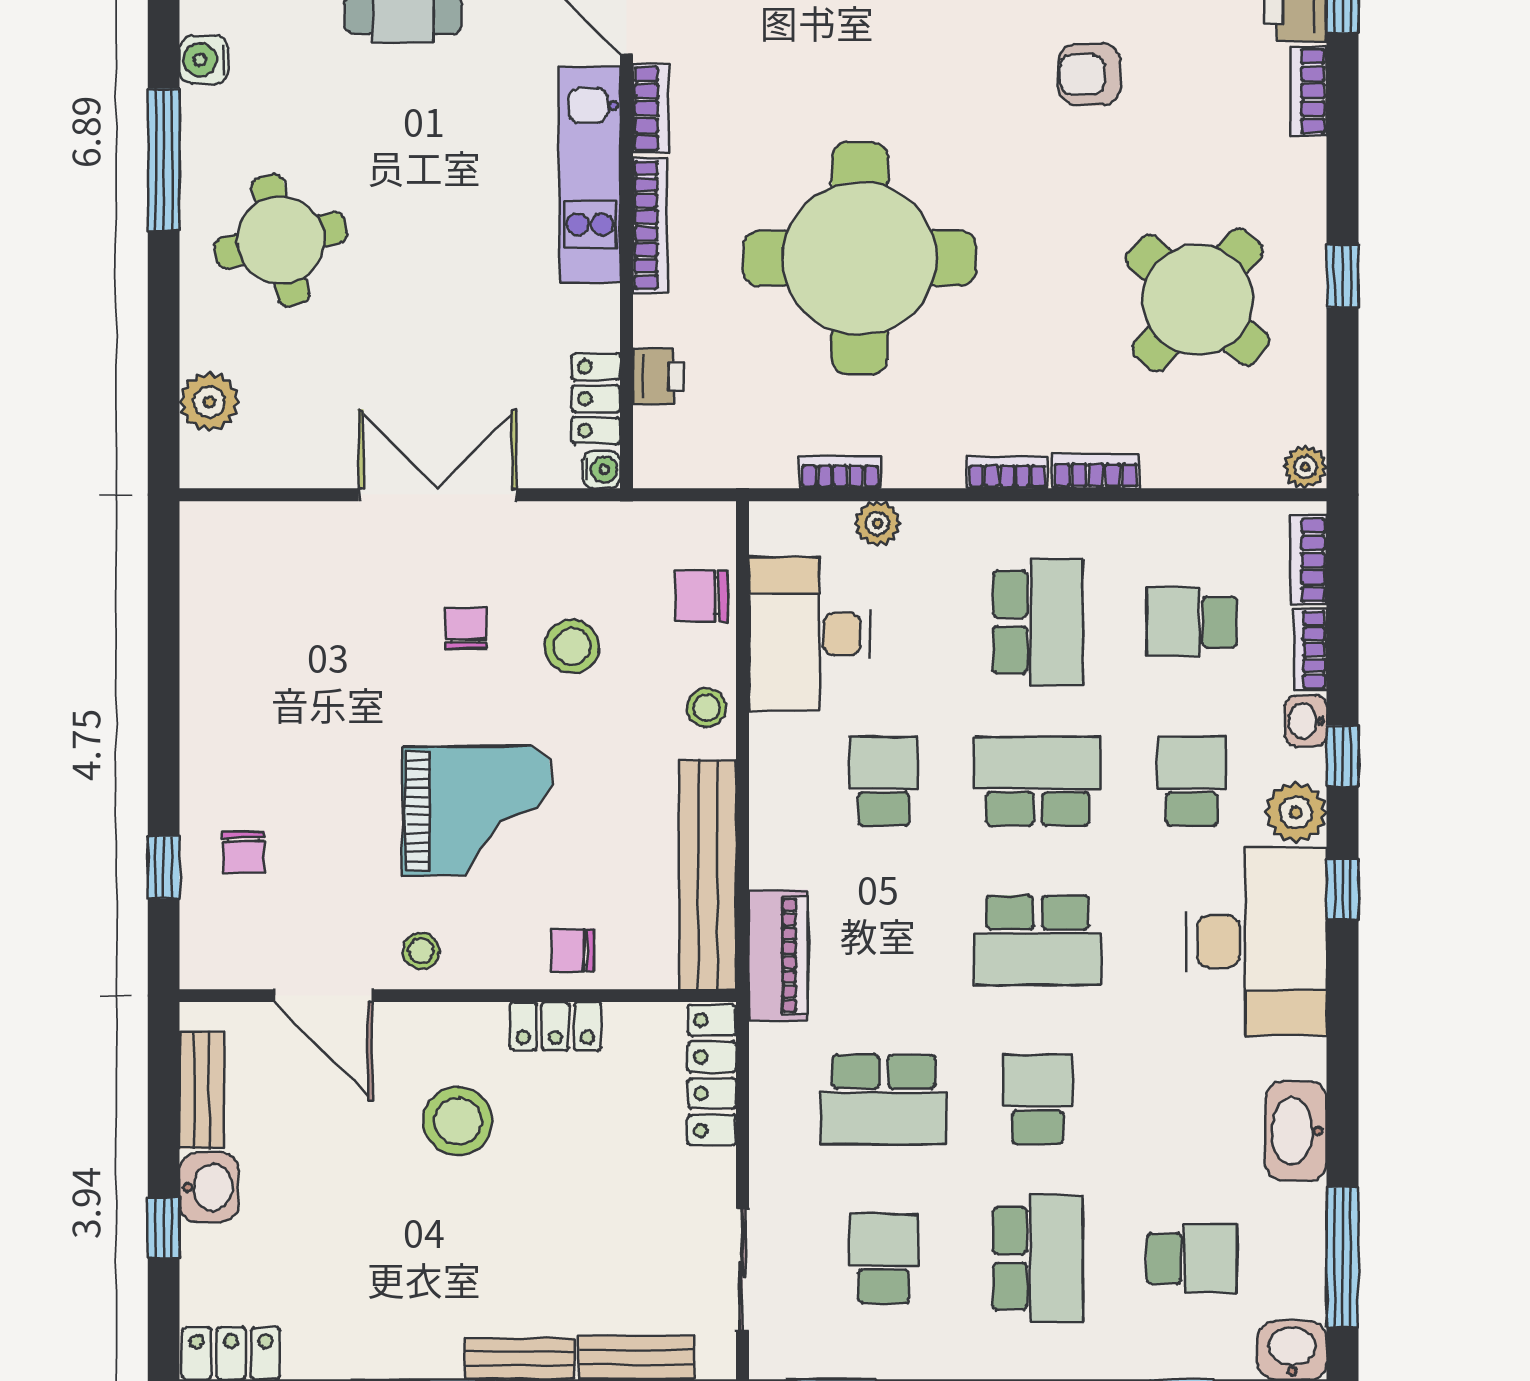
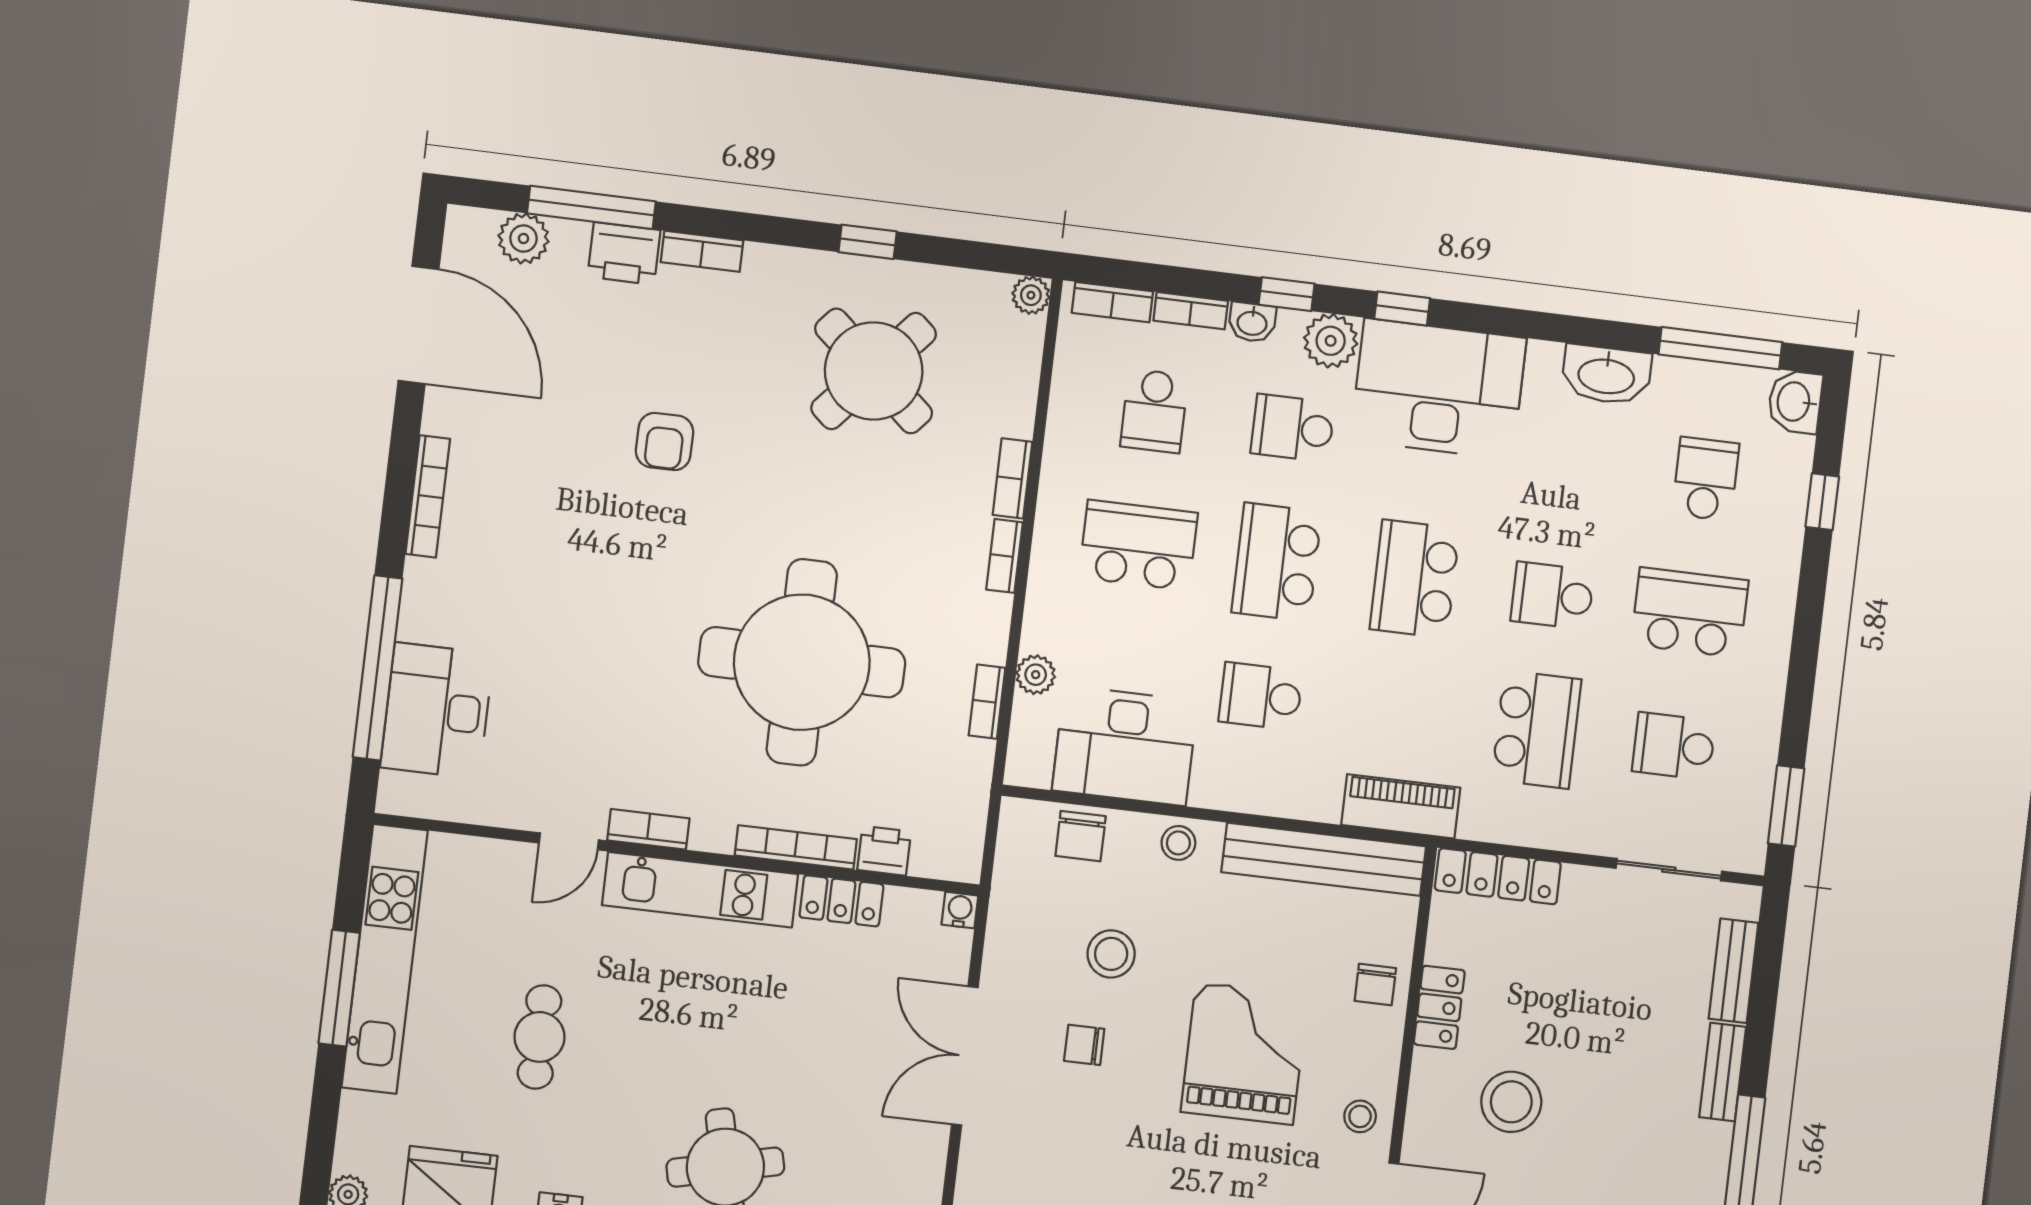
bookcase: (650, 225) -> (796, 847), moved
locker: (596, 399) -> (841, 901), moved
school desk: (1038, 940) -> (1415, 579), turned 180

